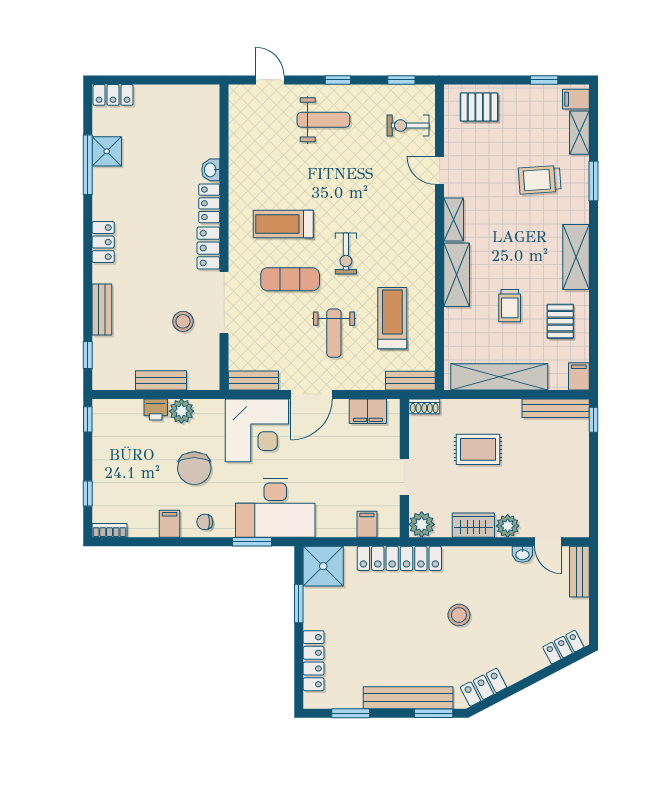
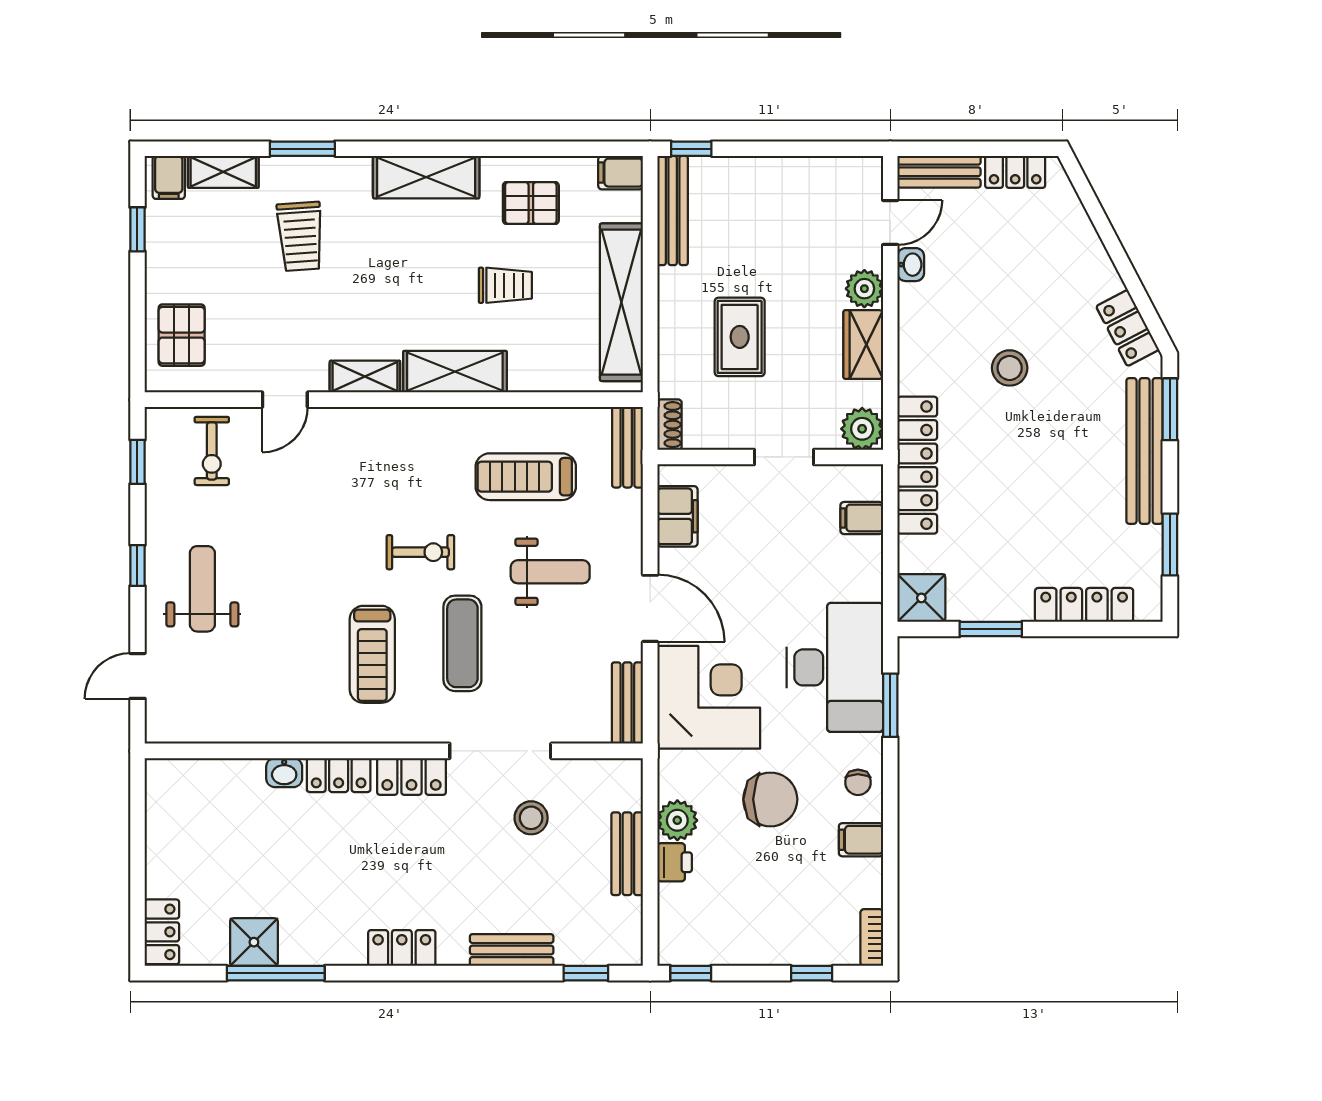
shower: (323, 566) -> (921, 598), width x0.73, depth x0.73
locker: (563, 647) -> (1015, 172), moved, turned -62

